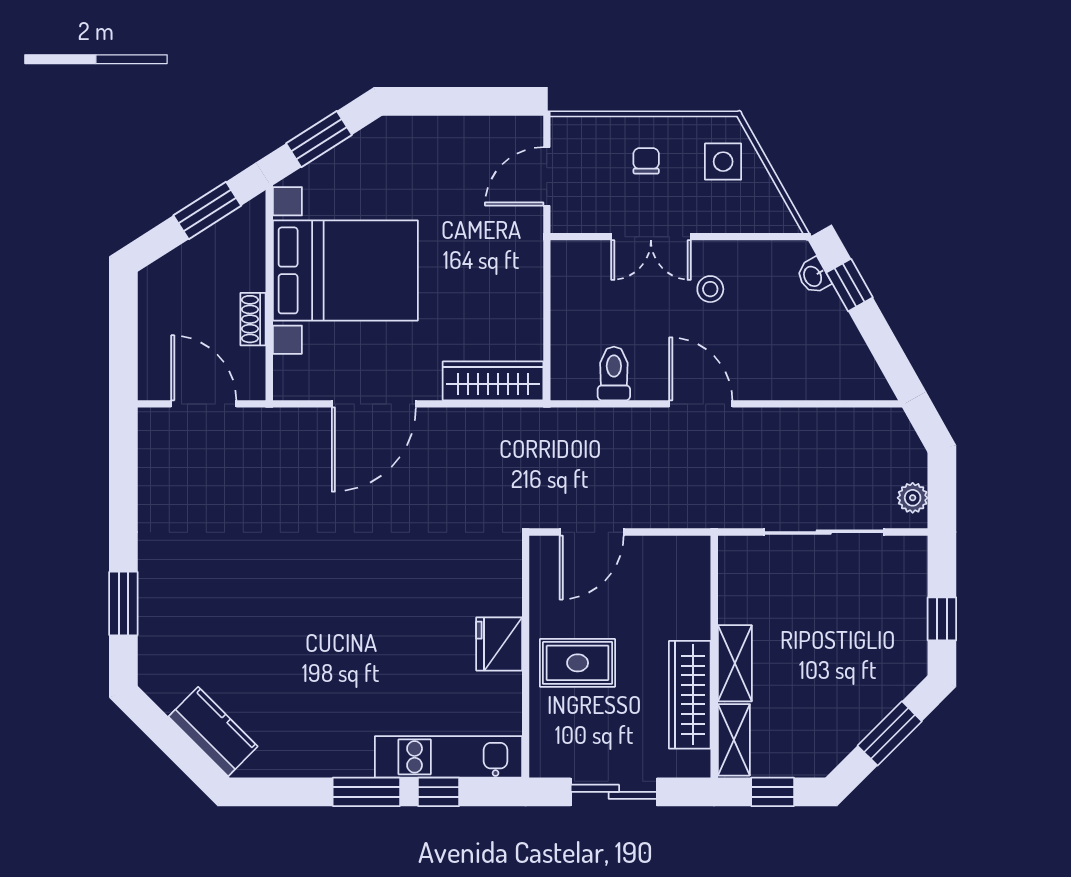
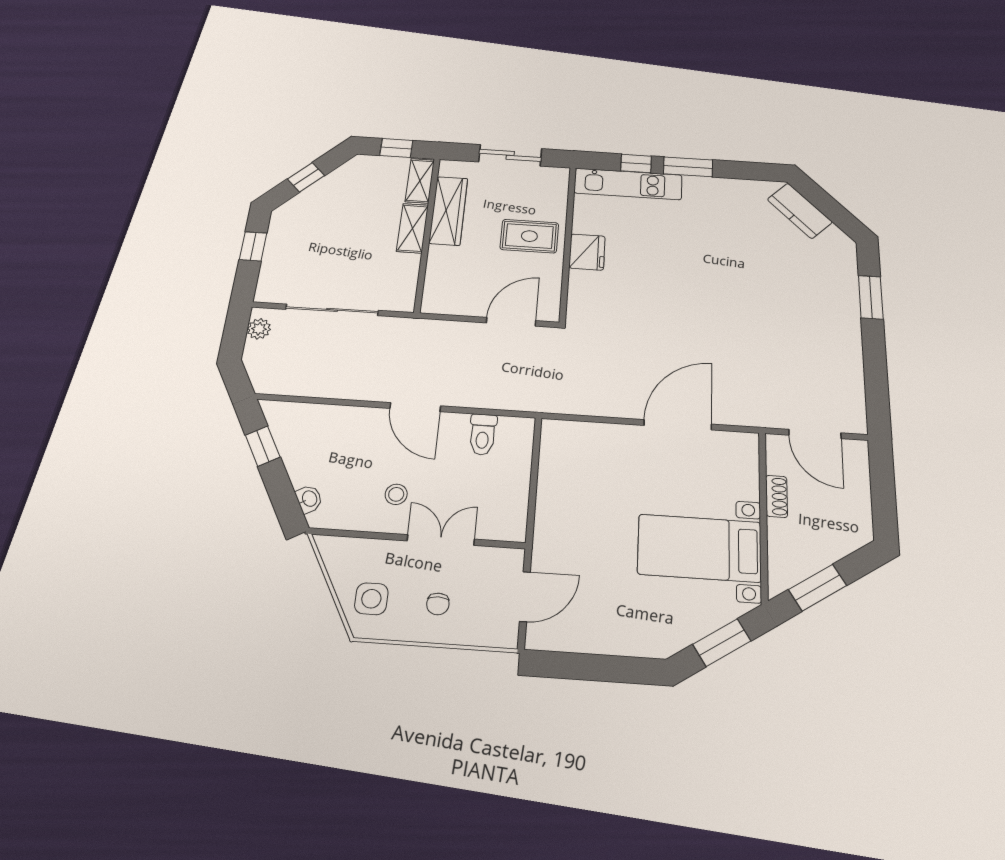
bed with nightstands: (345, 270) -> (700, 548), width x0.73
window: (850, 285) -> (263, 446), moved
wardrobe: (493, 381) -> (581, 436), removed
window: (890, 733) -> (306, 177), width x0.67

